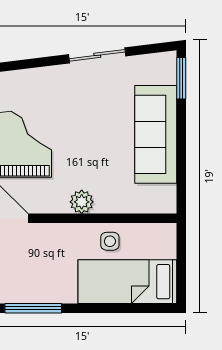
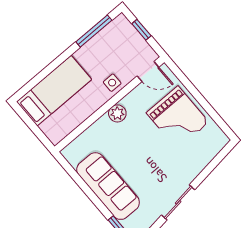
side table: (110, 241) -> (112, 83), moved

